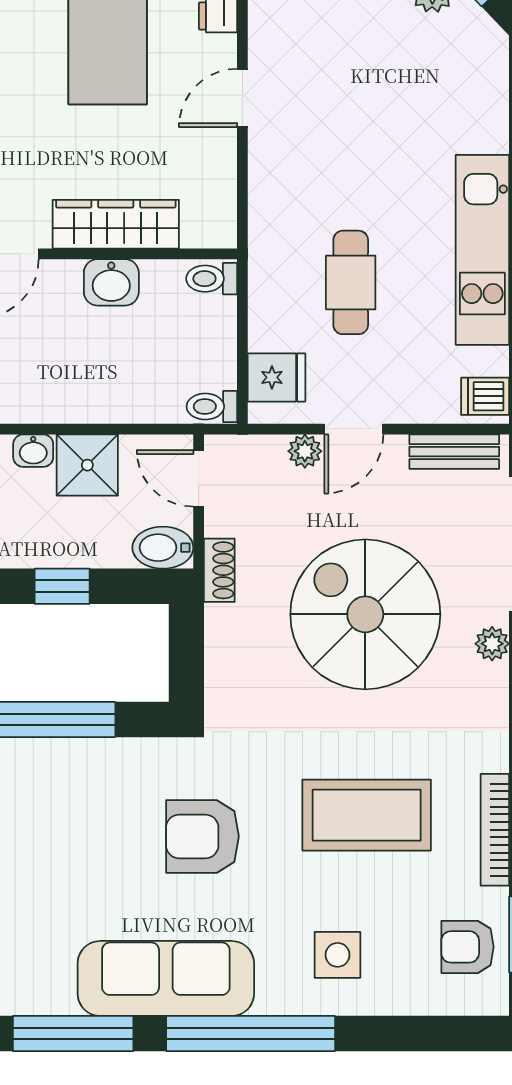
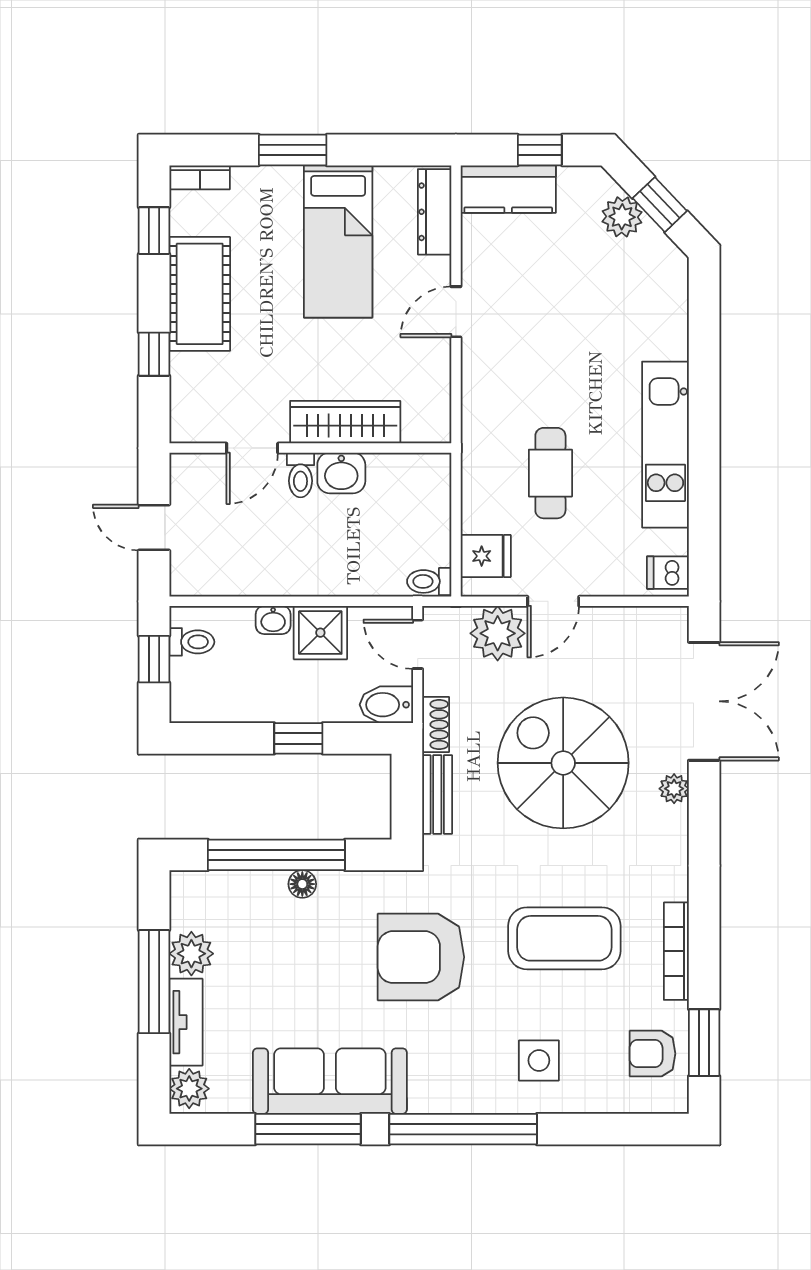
toilet: (212, 279) -> (300, 475), moved, turned -90
plant: (305, 451) -> (498, 633), width x1.88, depth x1.88
bench: (454, 452) -> (437, 794), moved, turned 90
floor lamp: (67, 753) -> (302, 884), added
armchair: (202, 836) -> (421, 957), width x1.36, depth x1.36
sofa: (166, 978) -> (330, 1081), moved

